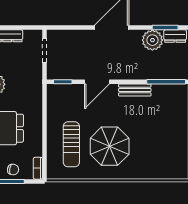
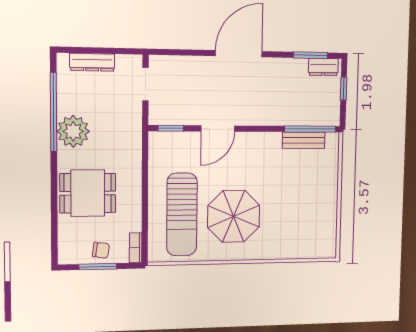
plant: (152, 40) -> (293, 72), removed
bench: (135, 90) -> (304, 140), moved
sun lounger: (71, 144) -> (182, 214), width x1.36, depth x1.34

